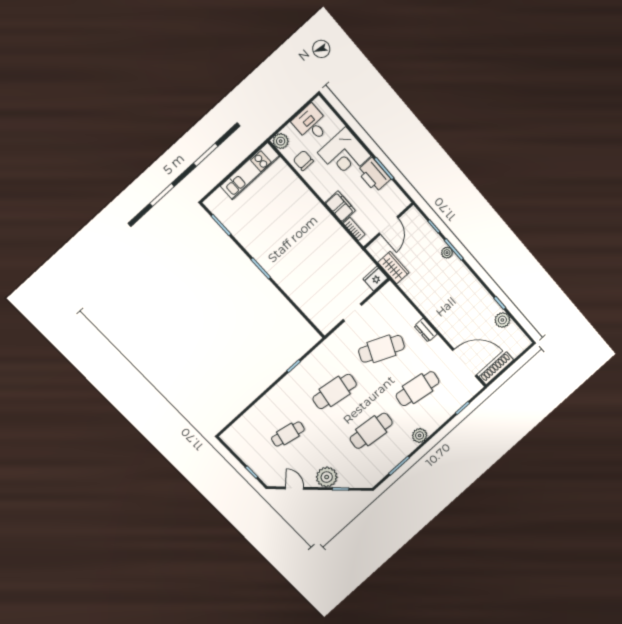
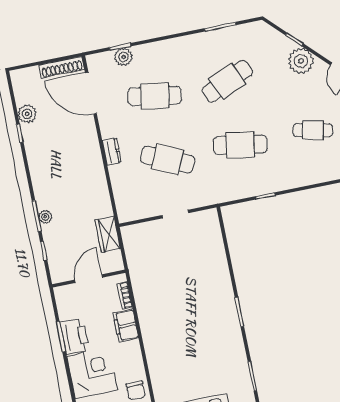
fridge: (375, 279) -> (132, 234), removed
cafe table: (371, 431) -> (227, 81), turned -30
plant: (420, 436) -> (124, 57), moved

